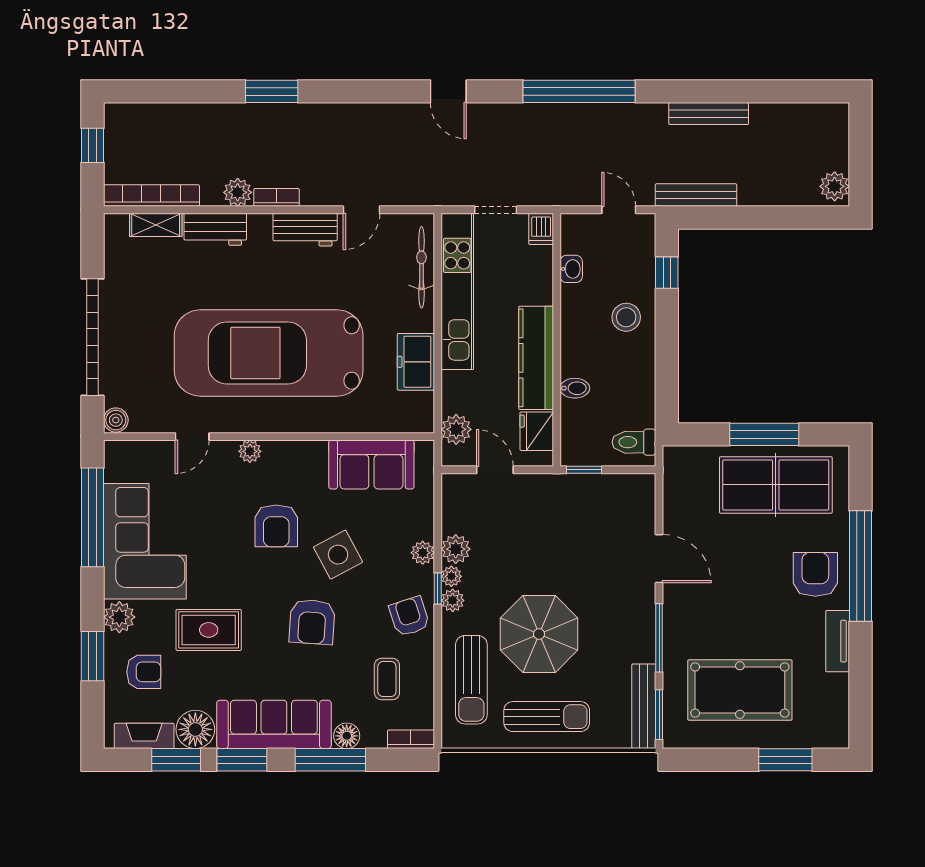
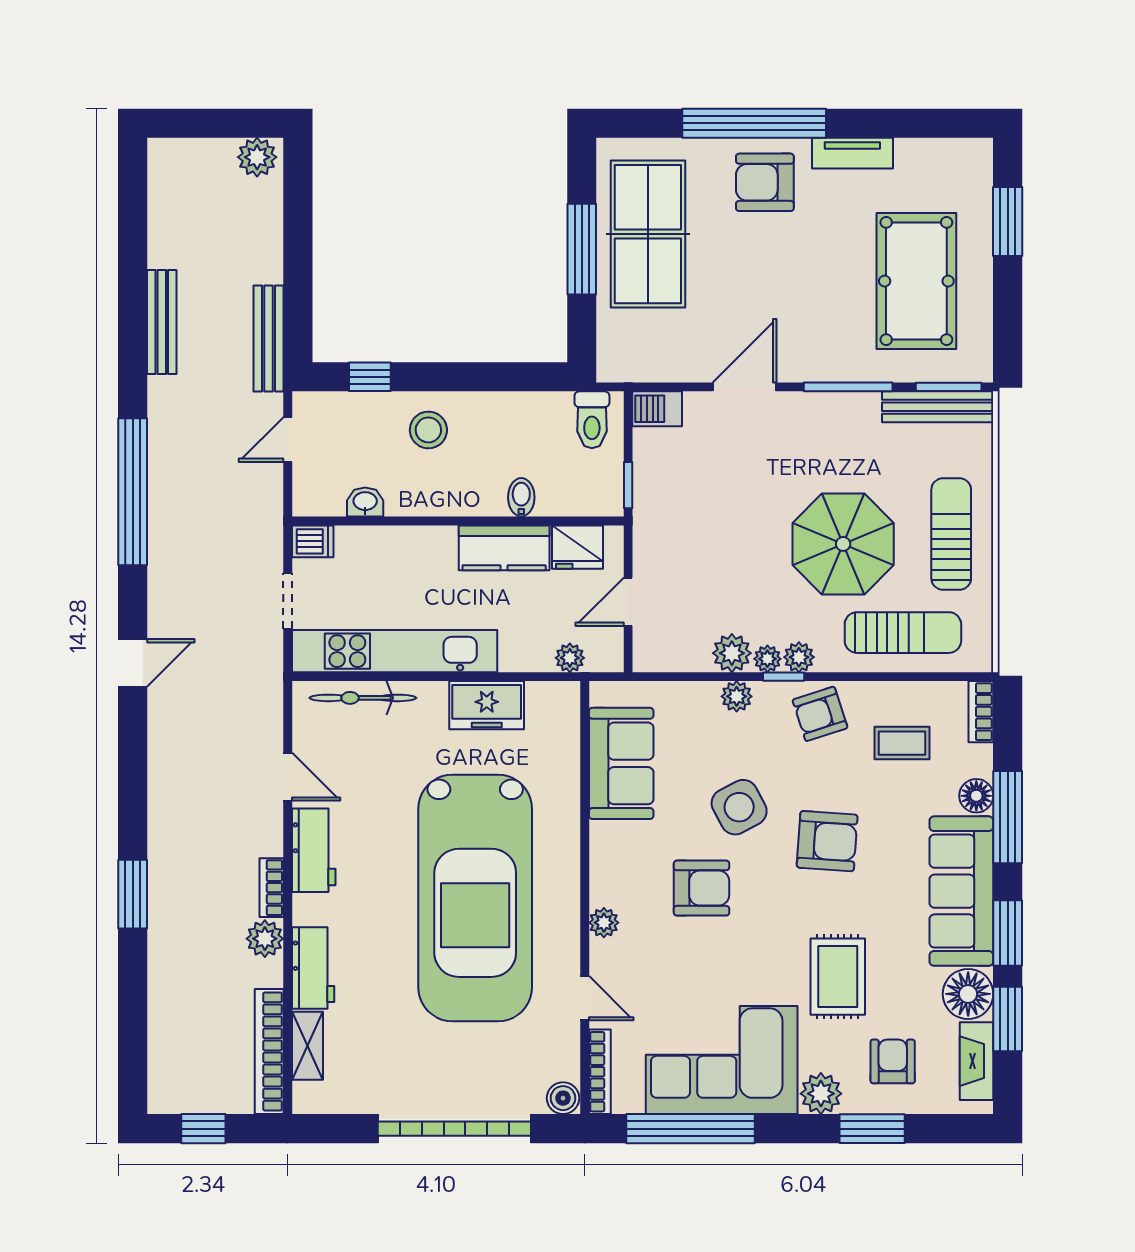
kitchen counter: (536, 358) -> (504, 548), width x0.67
plant: (456, 429) -> (570, 658), width x0.73, depth x0.73
bookcase: (136, 448) -> (600, 1072), added
barbecue: (642, 492) -> (657, 409), added

